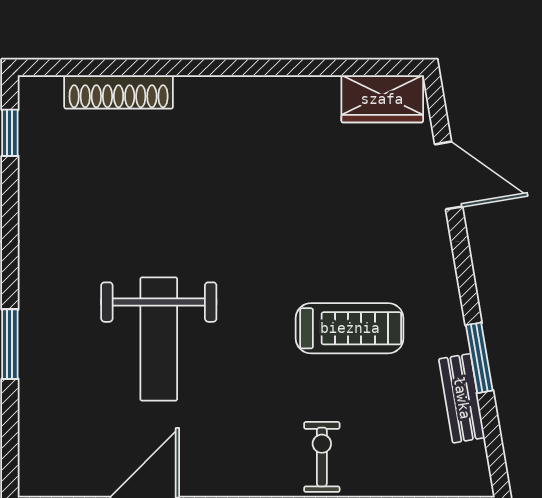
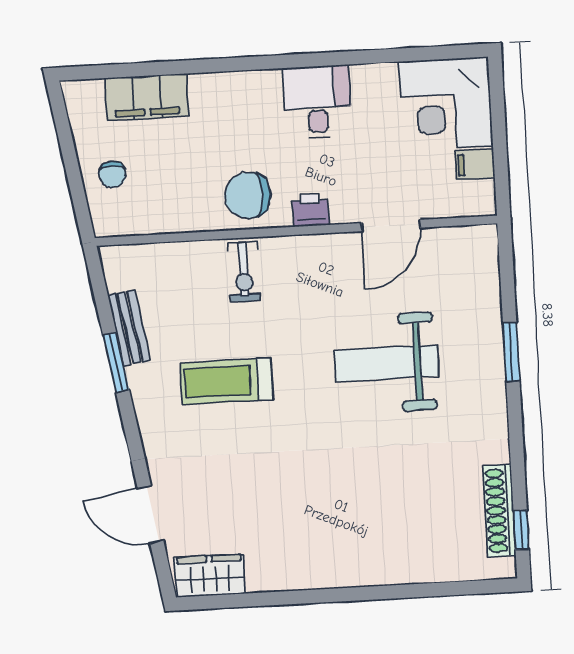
shoe rack: (119, 92) -> (499, 510), moved, turned -90
weight bench: (159, 339) -> (386, 363), turned -90

